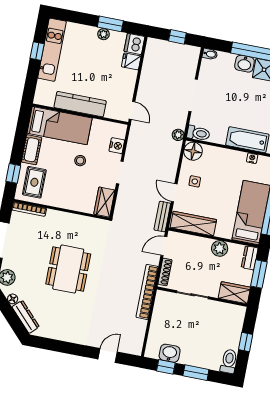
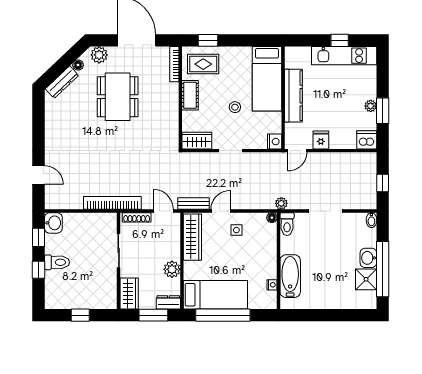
fridge: (131, 61) -> (321, 140), moved
nightstand: (117, 146) -> (275, 142), moved, turned -90
cot: (32, 150) -> (190, 95), moved, turned 90
floor lamp: (193, 151) -> (272, 218), width x0.53, depth x0.53
dining table: (68, 269) -> (118, 97), moved, turned 90
washbasin: (170, 353) -> (53, 223), moved
toilet: (229, 361) -> (57, 262), moved
window: (196, 373) -> (39, 270), width x0.67

